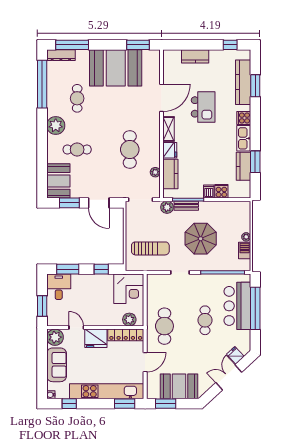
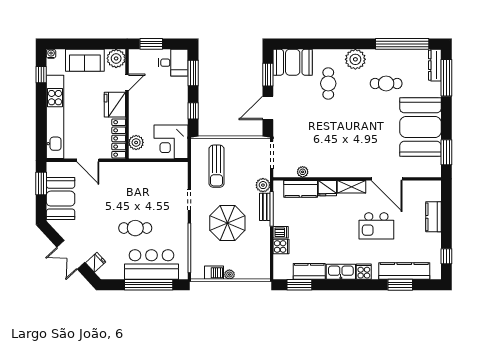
cafe table: (130, 150) -> (328, 143), removed
window: (255, 162) -> (299, 285), moved
cafe table: (164, 326) -> (129, 182), removed
double door: (229, 377) -> (71, 255), swing flipped
window: (125, 404) -> (41, 137), removed

